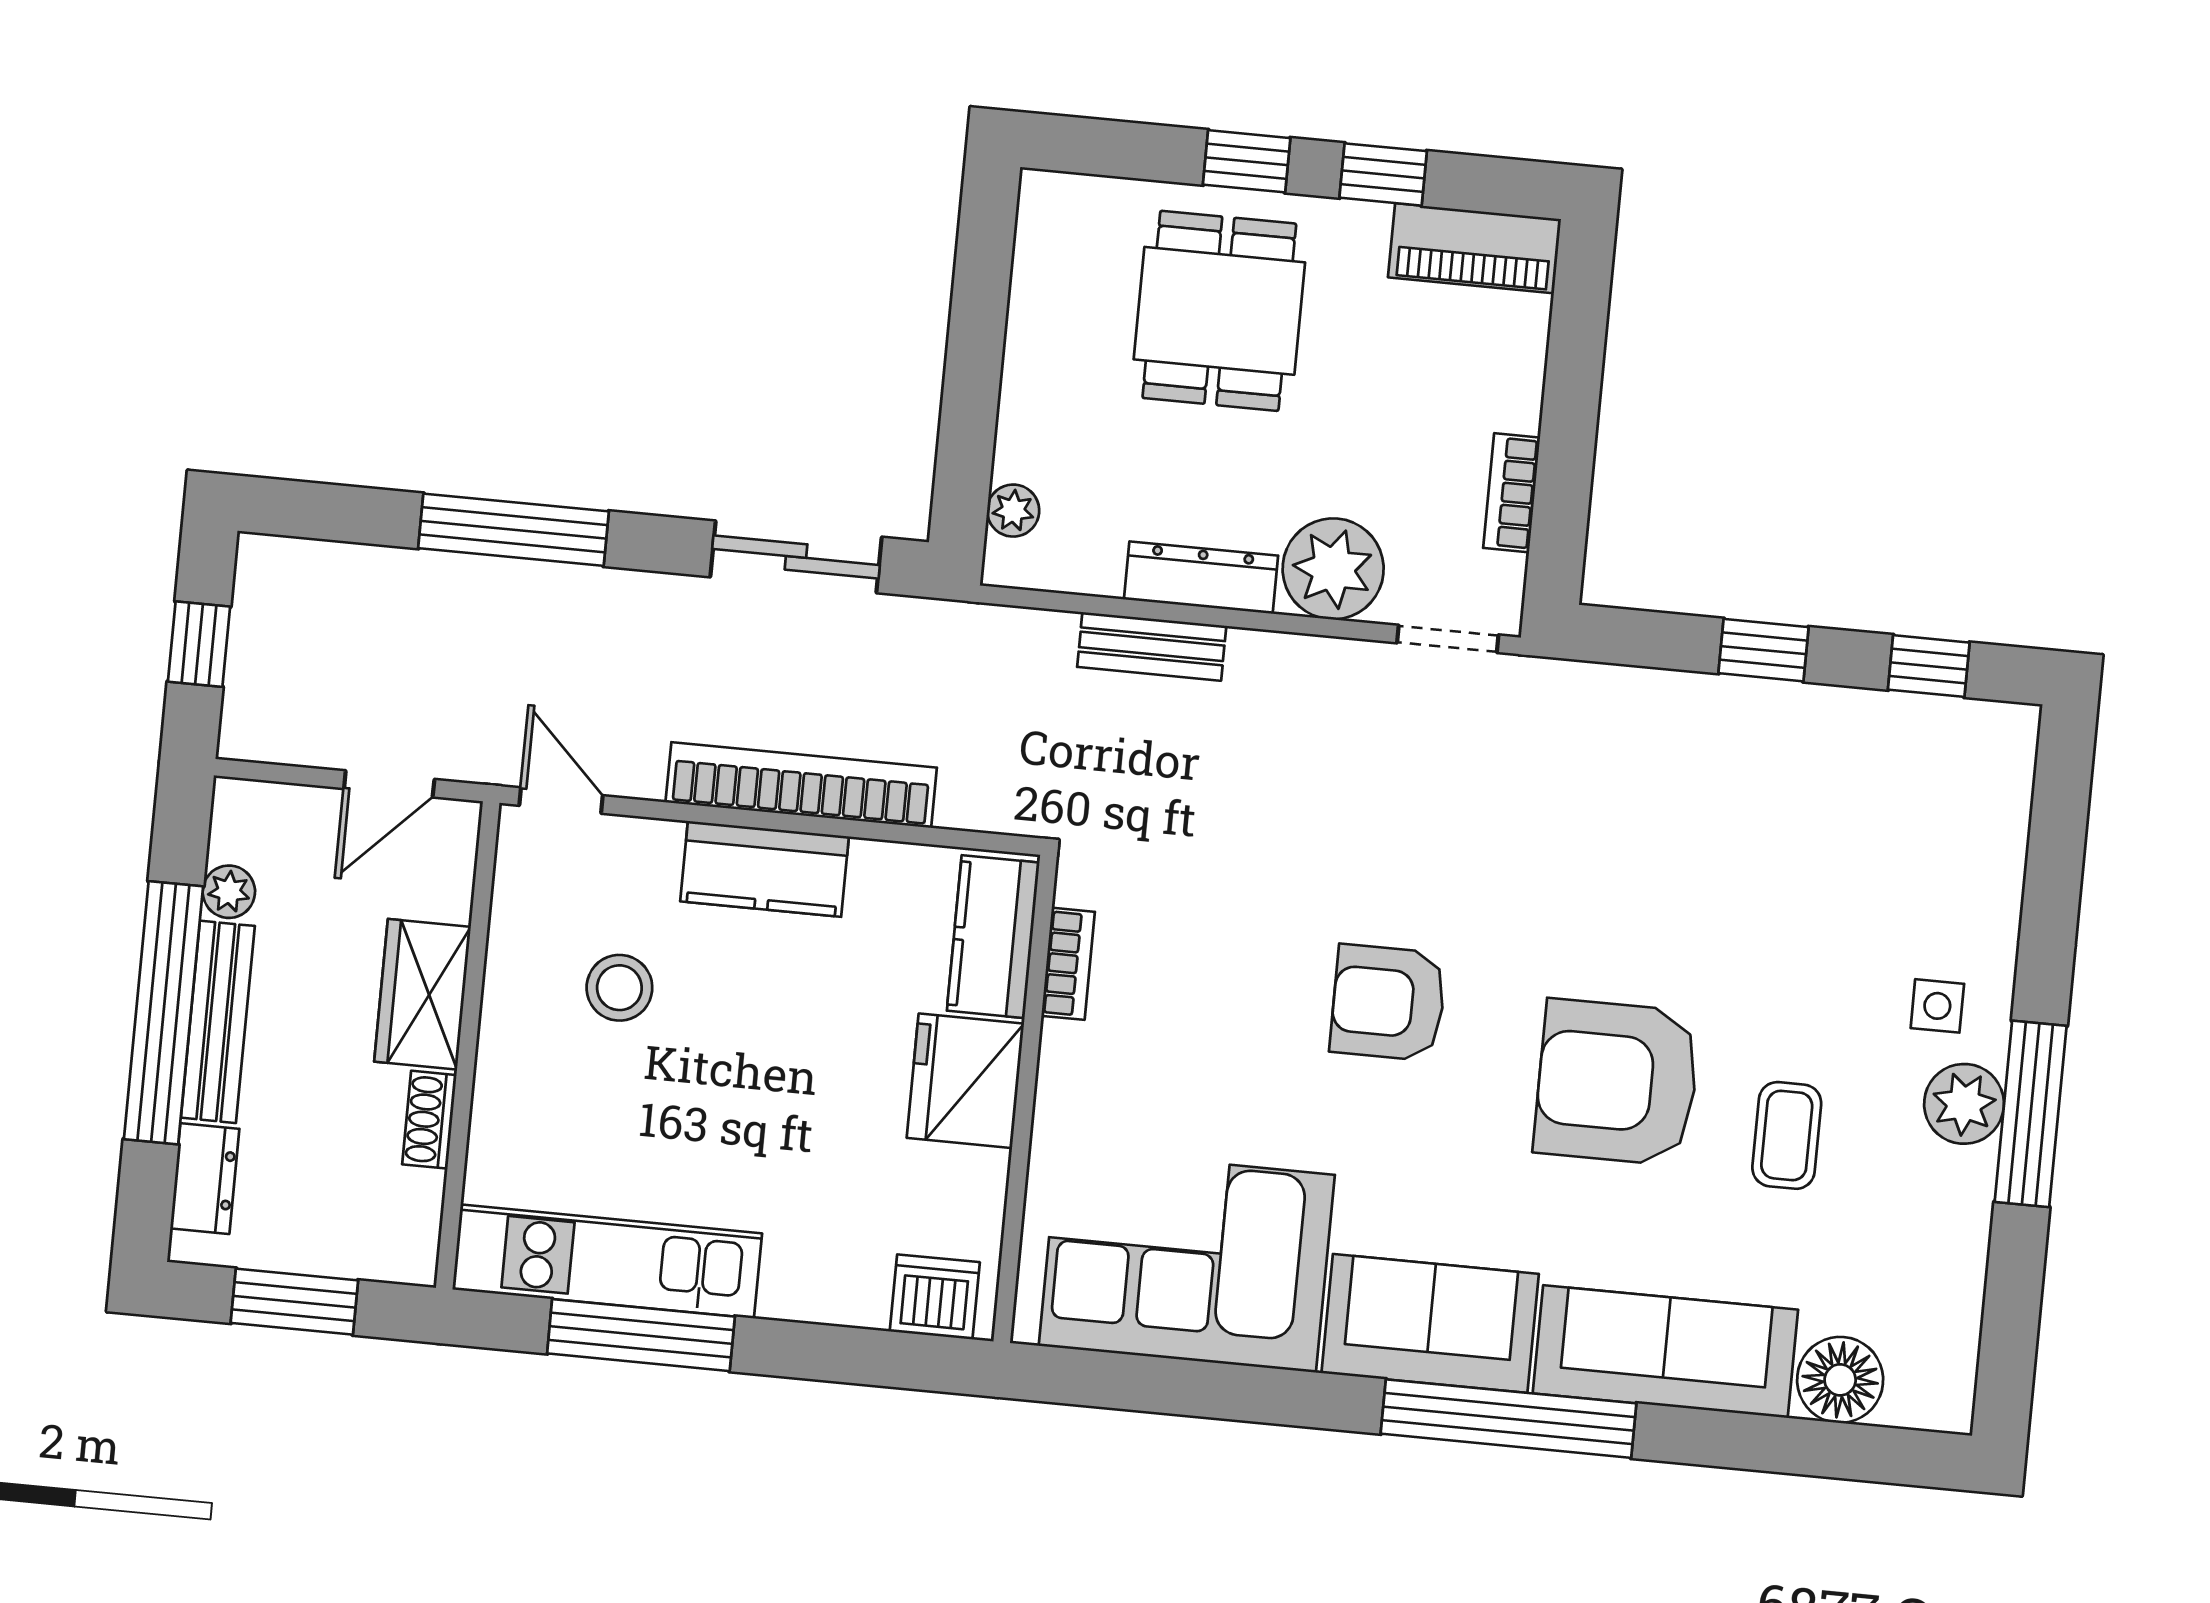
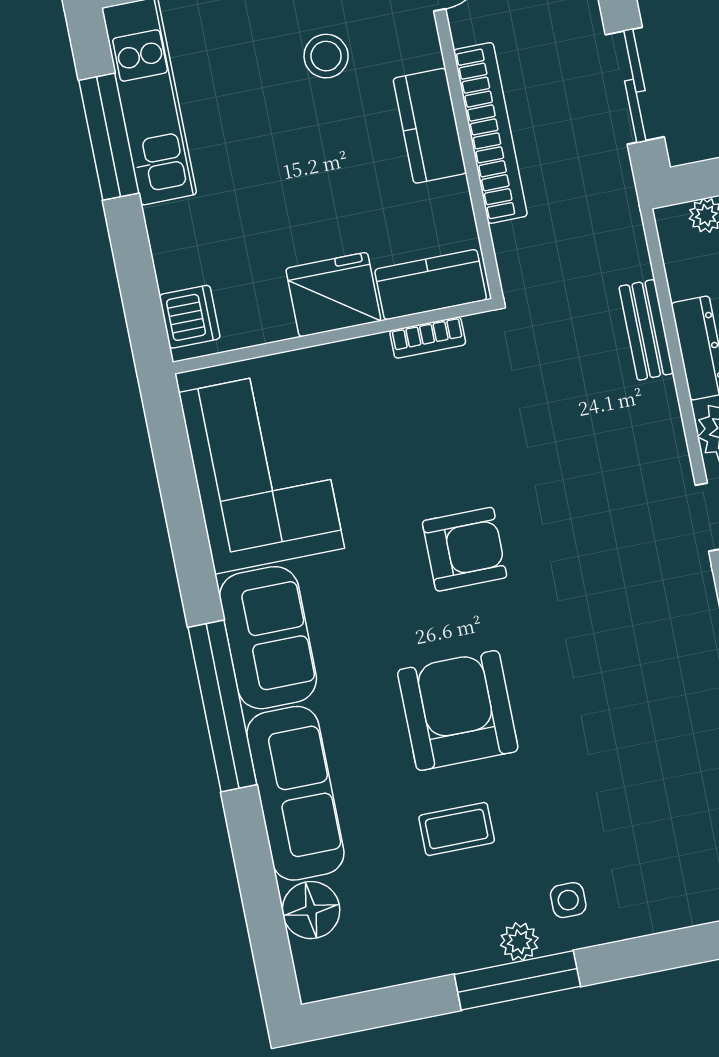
armchair: (1388, 1003) -> (465, 549), turned 90
plant: (1964, 1104) -> (519, 942), width x0.73, depth x0.73

